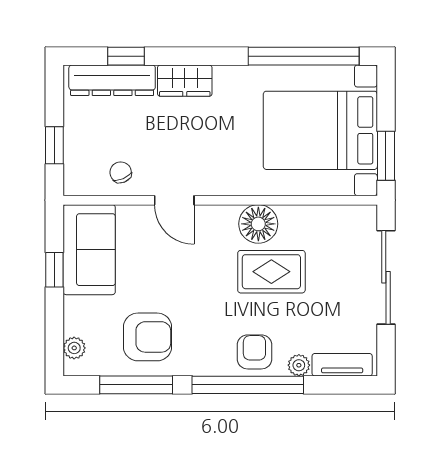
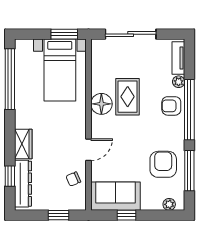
bed with nightstands: (320, 130) -> (60, 70), width x0.73

